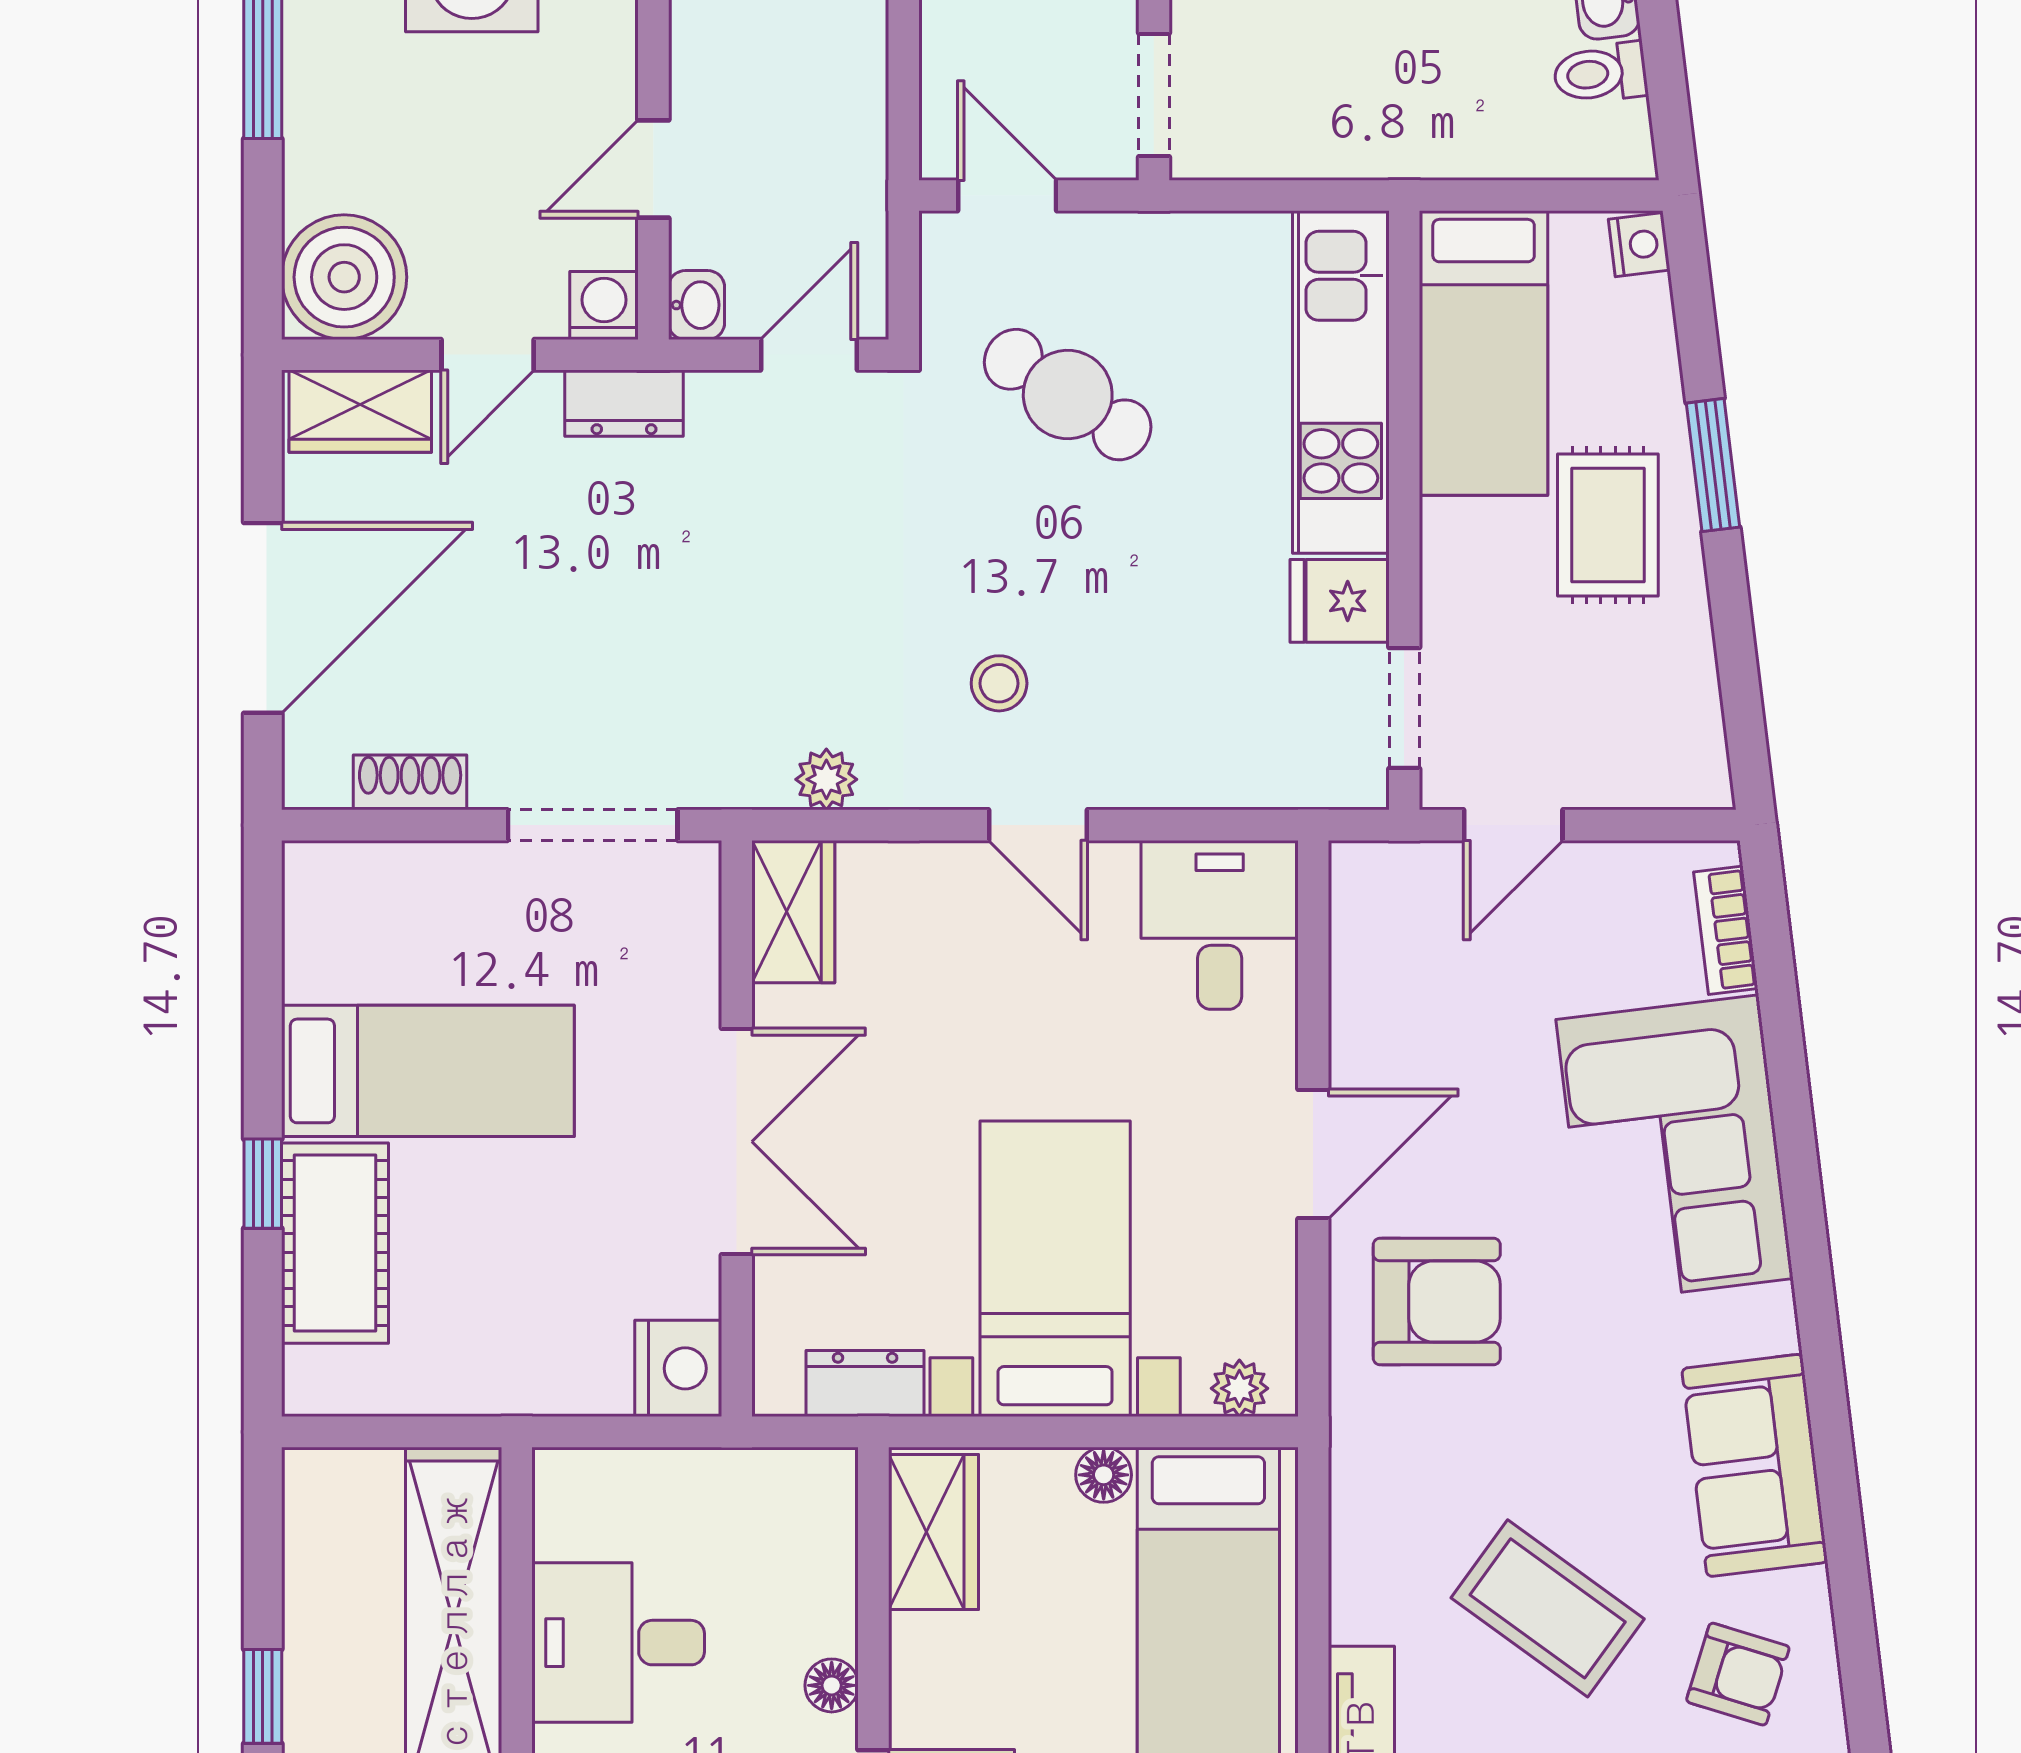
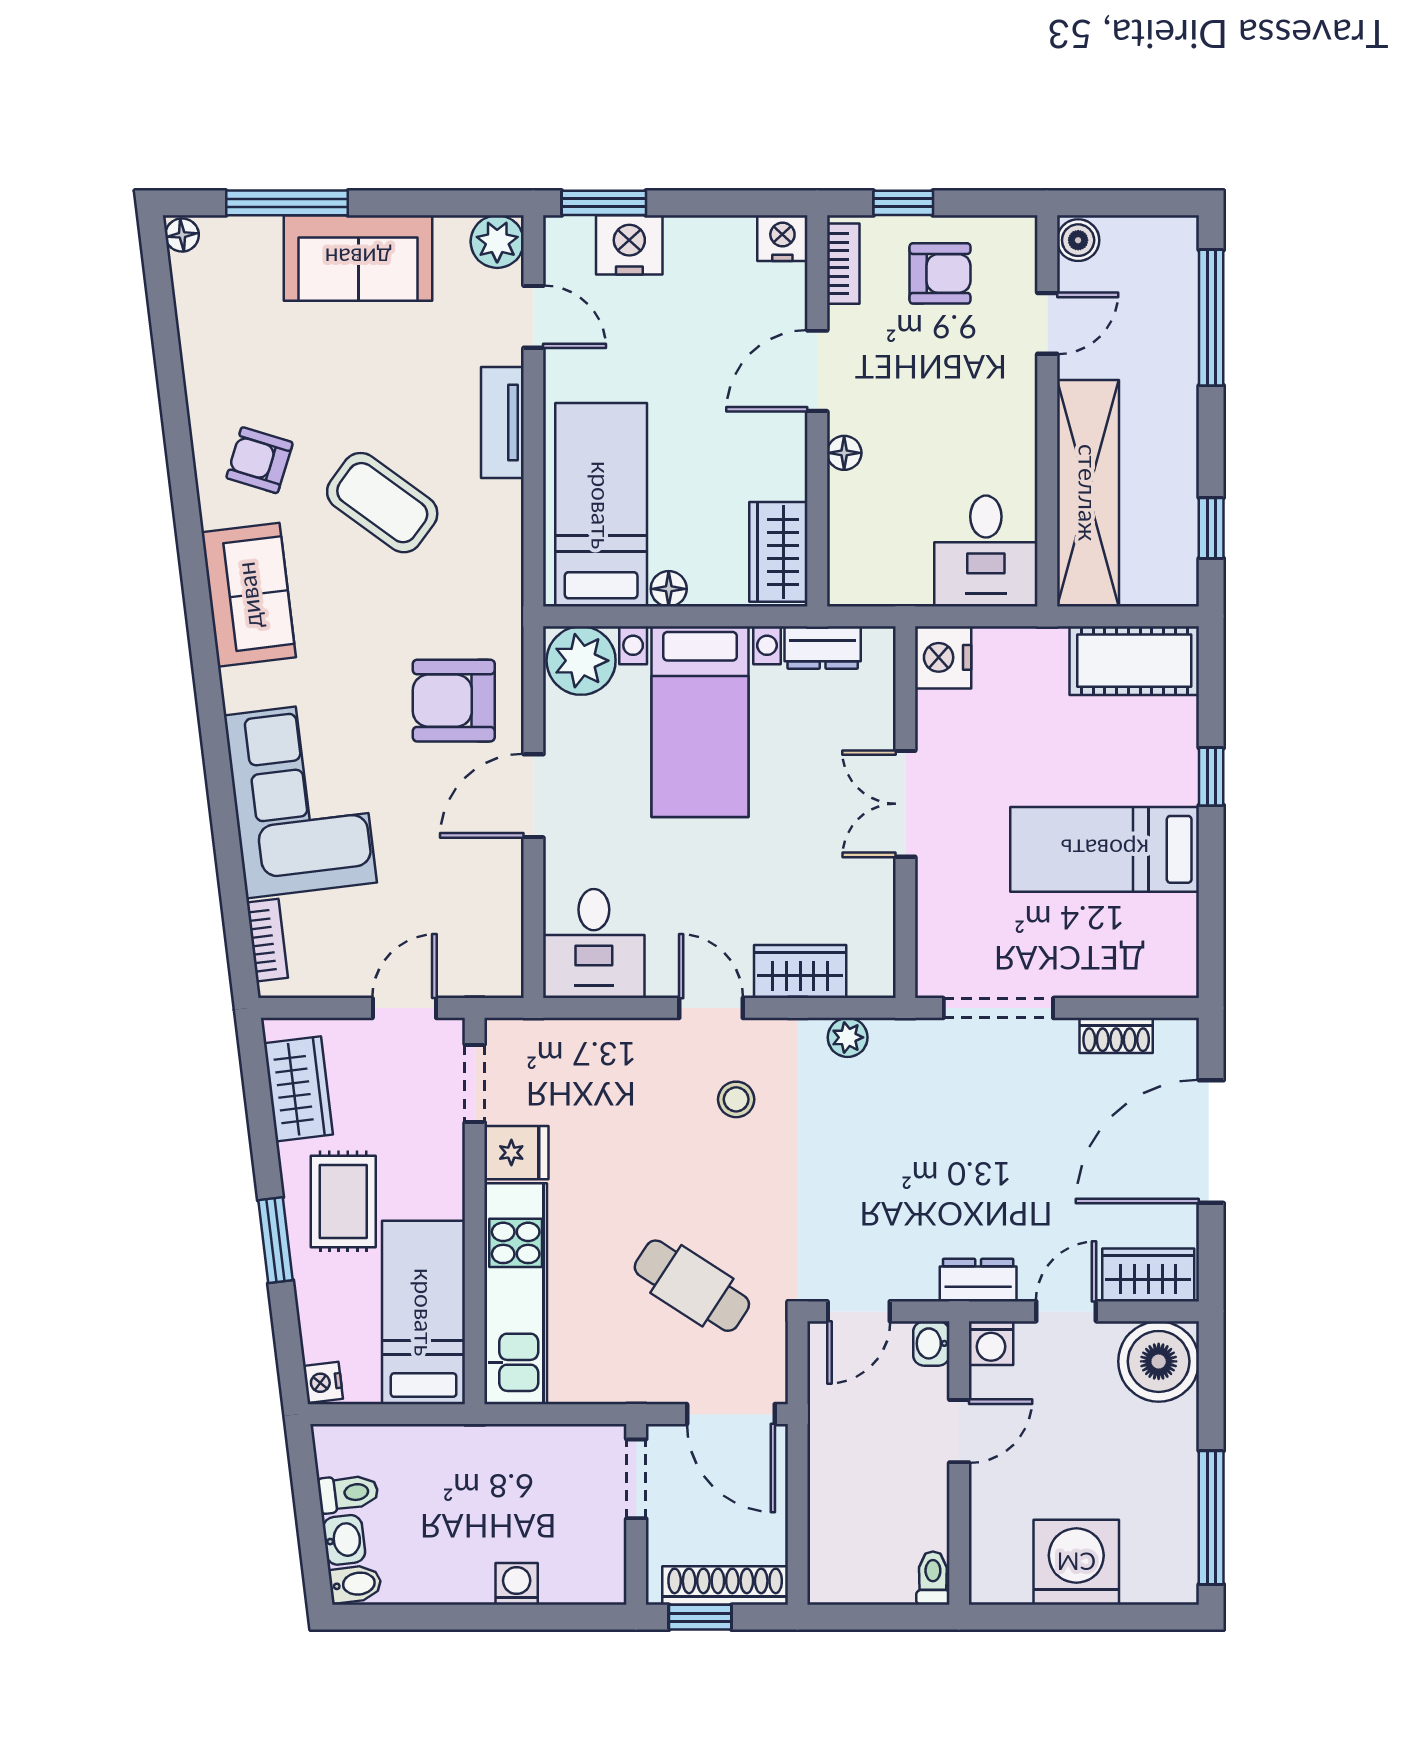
door: (1007, 196) -> (731, 1414), width x1.37
wardrobe: (1678, 700) -> (298, 1089), added
wardrobe: (793, 912) -> (800, 971), moved, turned 90
double door: (737, 1142) -> (905, 804), width x0.73
cot: (335, 1243) -> (1134, 661), moved, turned 90
plant: (1239, 1388) -> (581, 661), width x1.87, depth x1.87
desk: (618, 1643) -> (986, 551), moved, turned 90
window: (263, 1696) -> (1211, 528), moved

